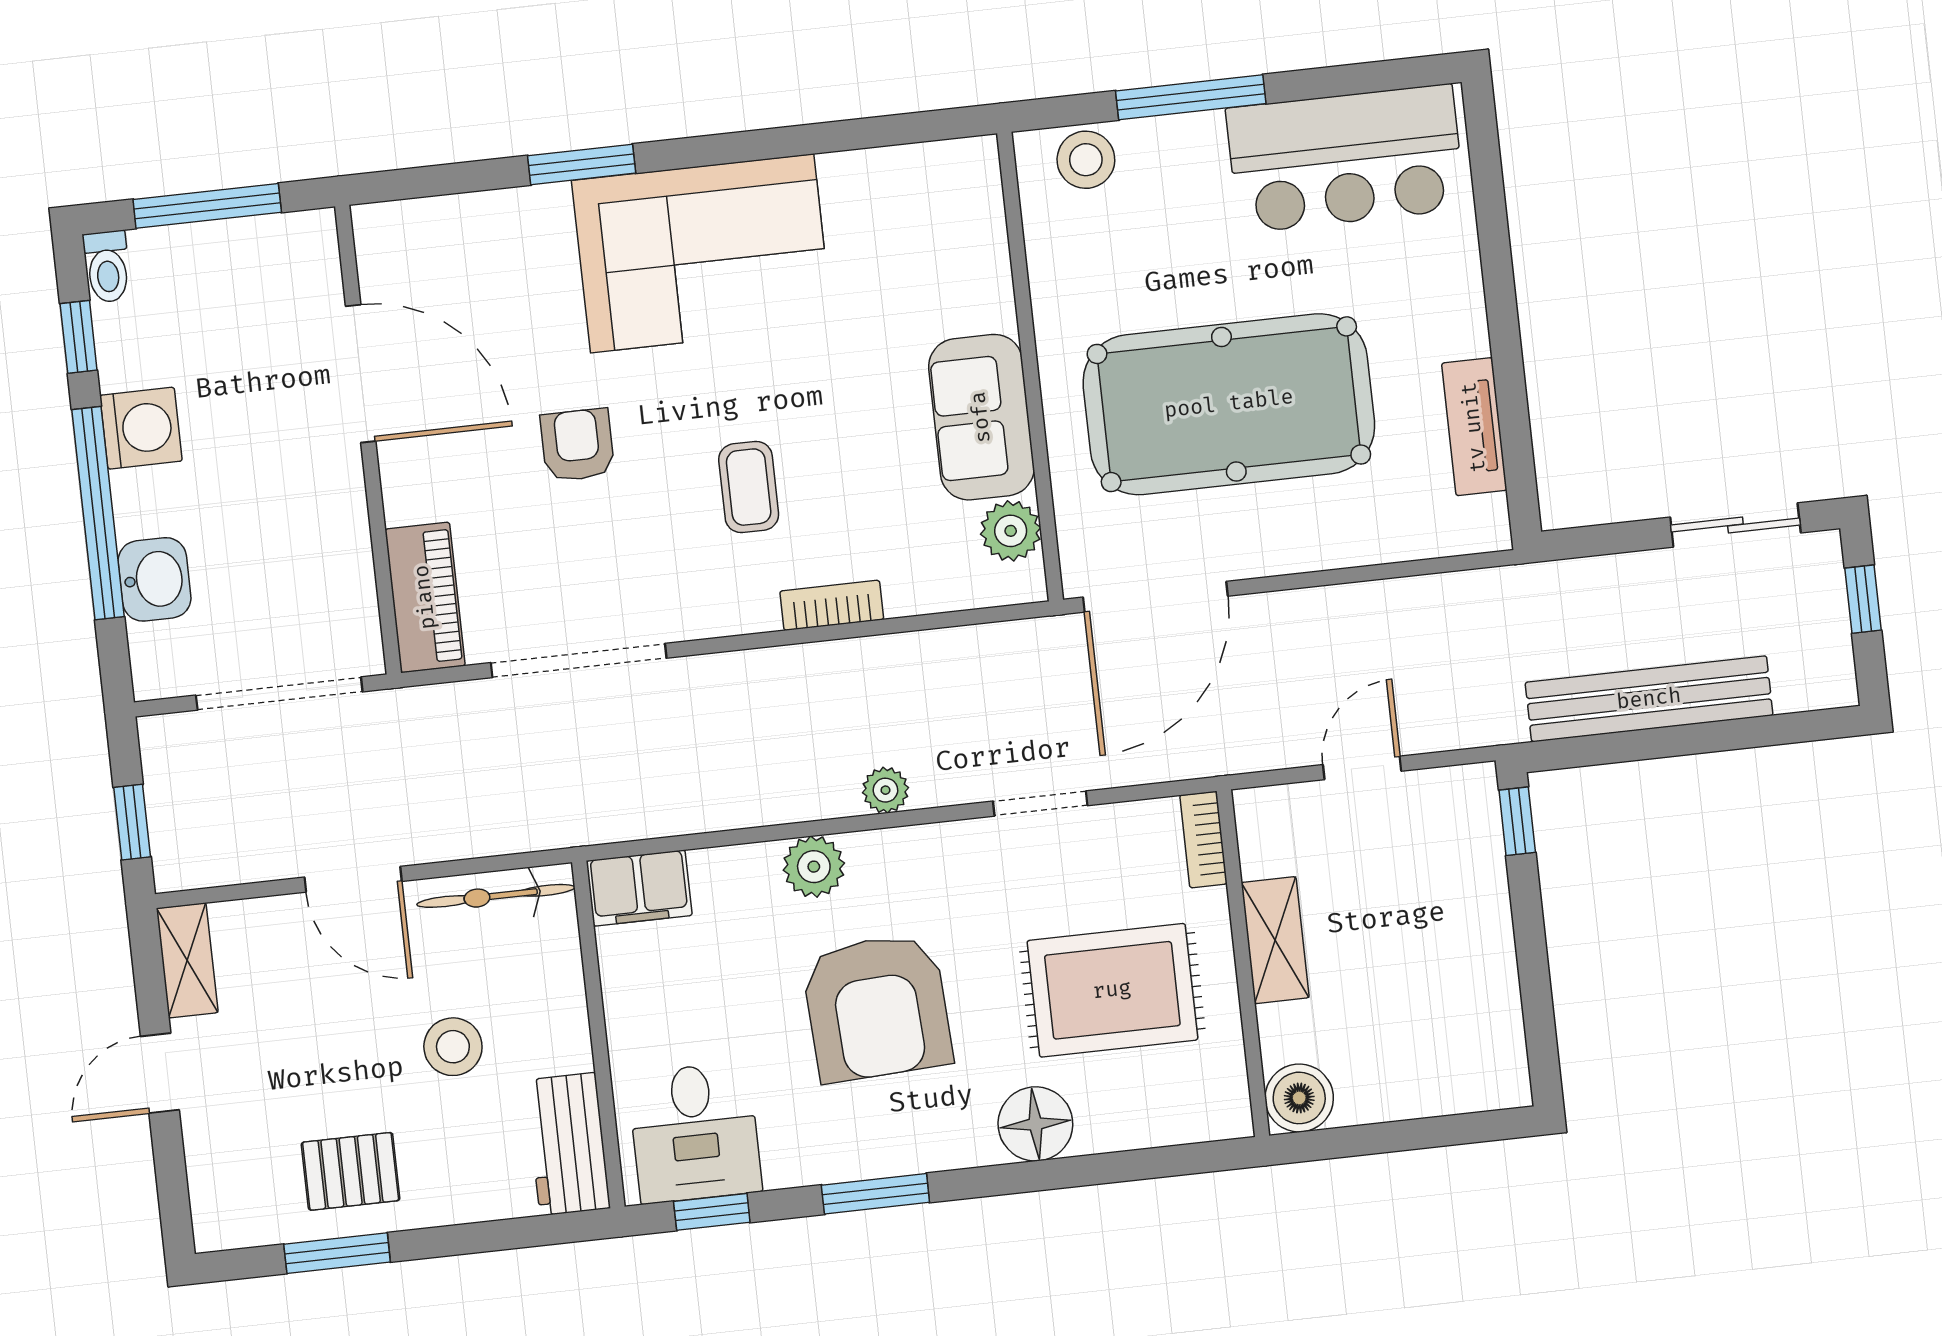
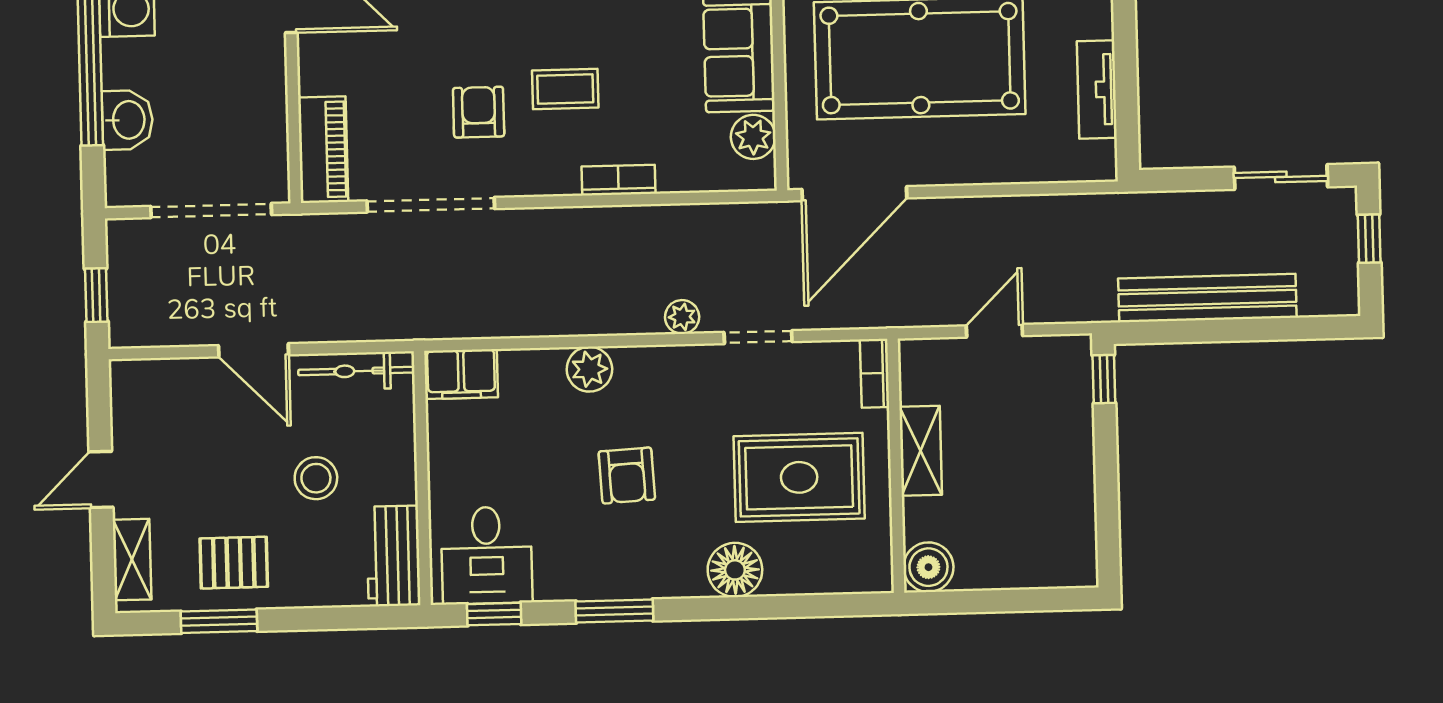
armchair: (577, 445) -> (479, 112), moved
coffee table: (749, 487) -> (565, 89), turned 90
plant: (885, 790) -> (682, 317), moved
shelving: (187, 960) -> (132, 560), moved
armchair: (877, 1007) -> (627, 476), width x0.53, depth x0.53

